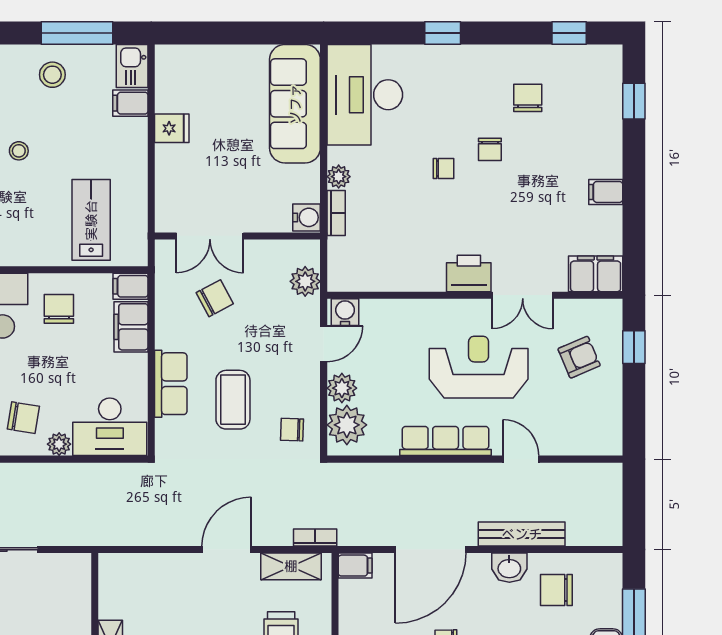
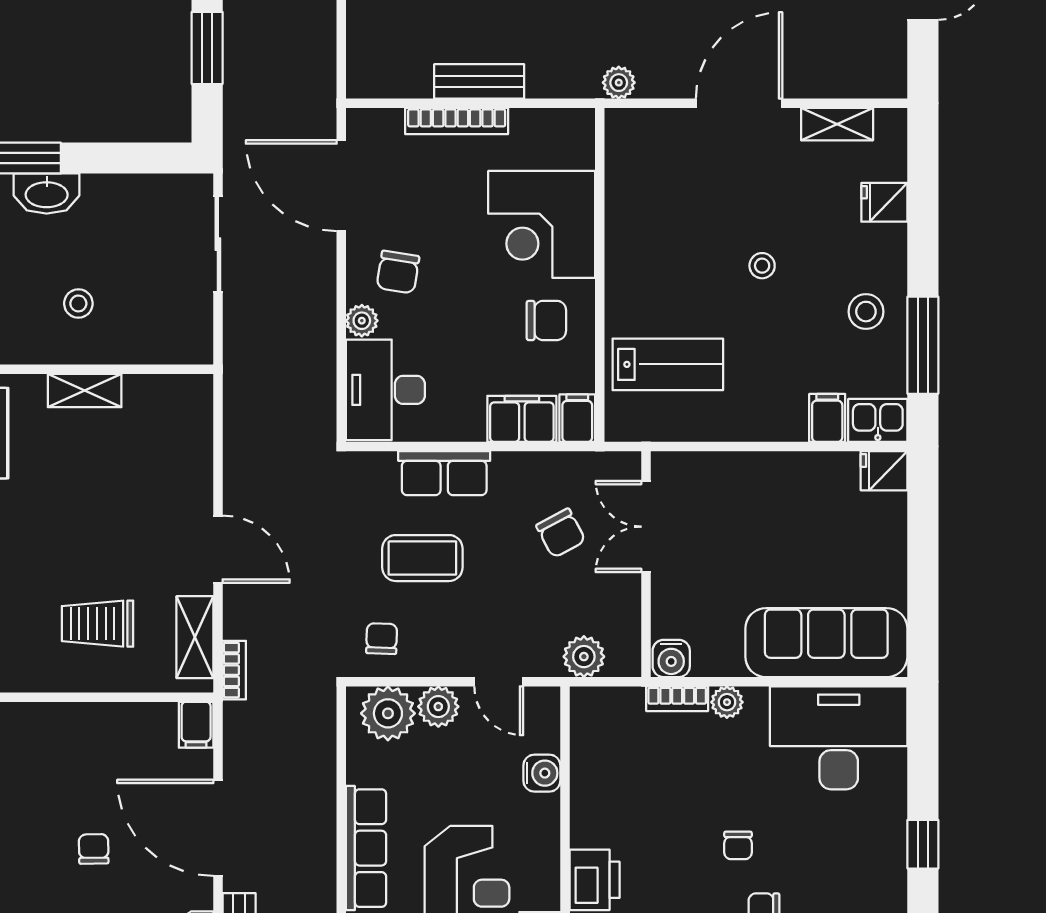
fridge: (172, 128) -> (884, 471), moved, turned 90
water cooler: (345, 312) -> (542, 773), moved

